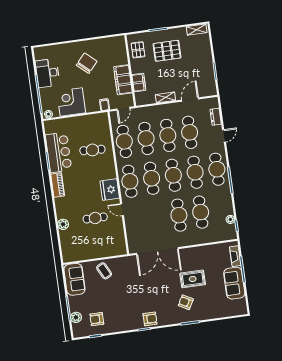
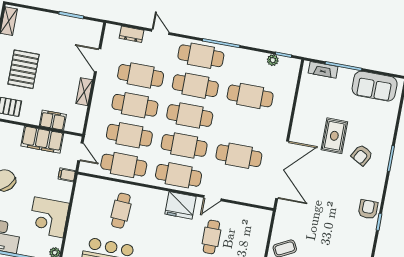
cafe table: (179, 215) -> (239, 156), moved
sofa: (234, 283) -> (375, 86), moved

